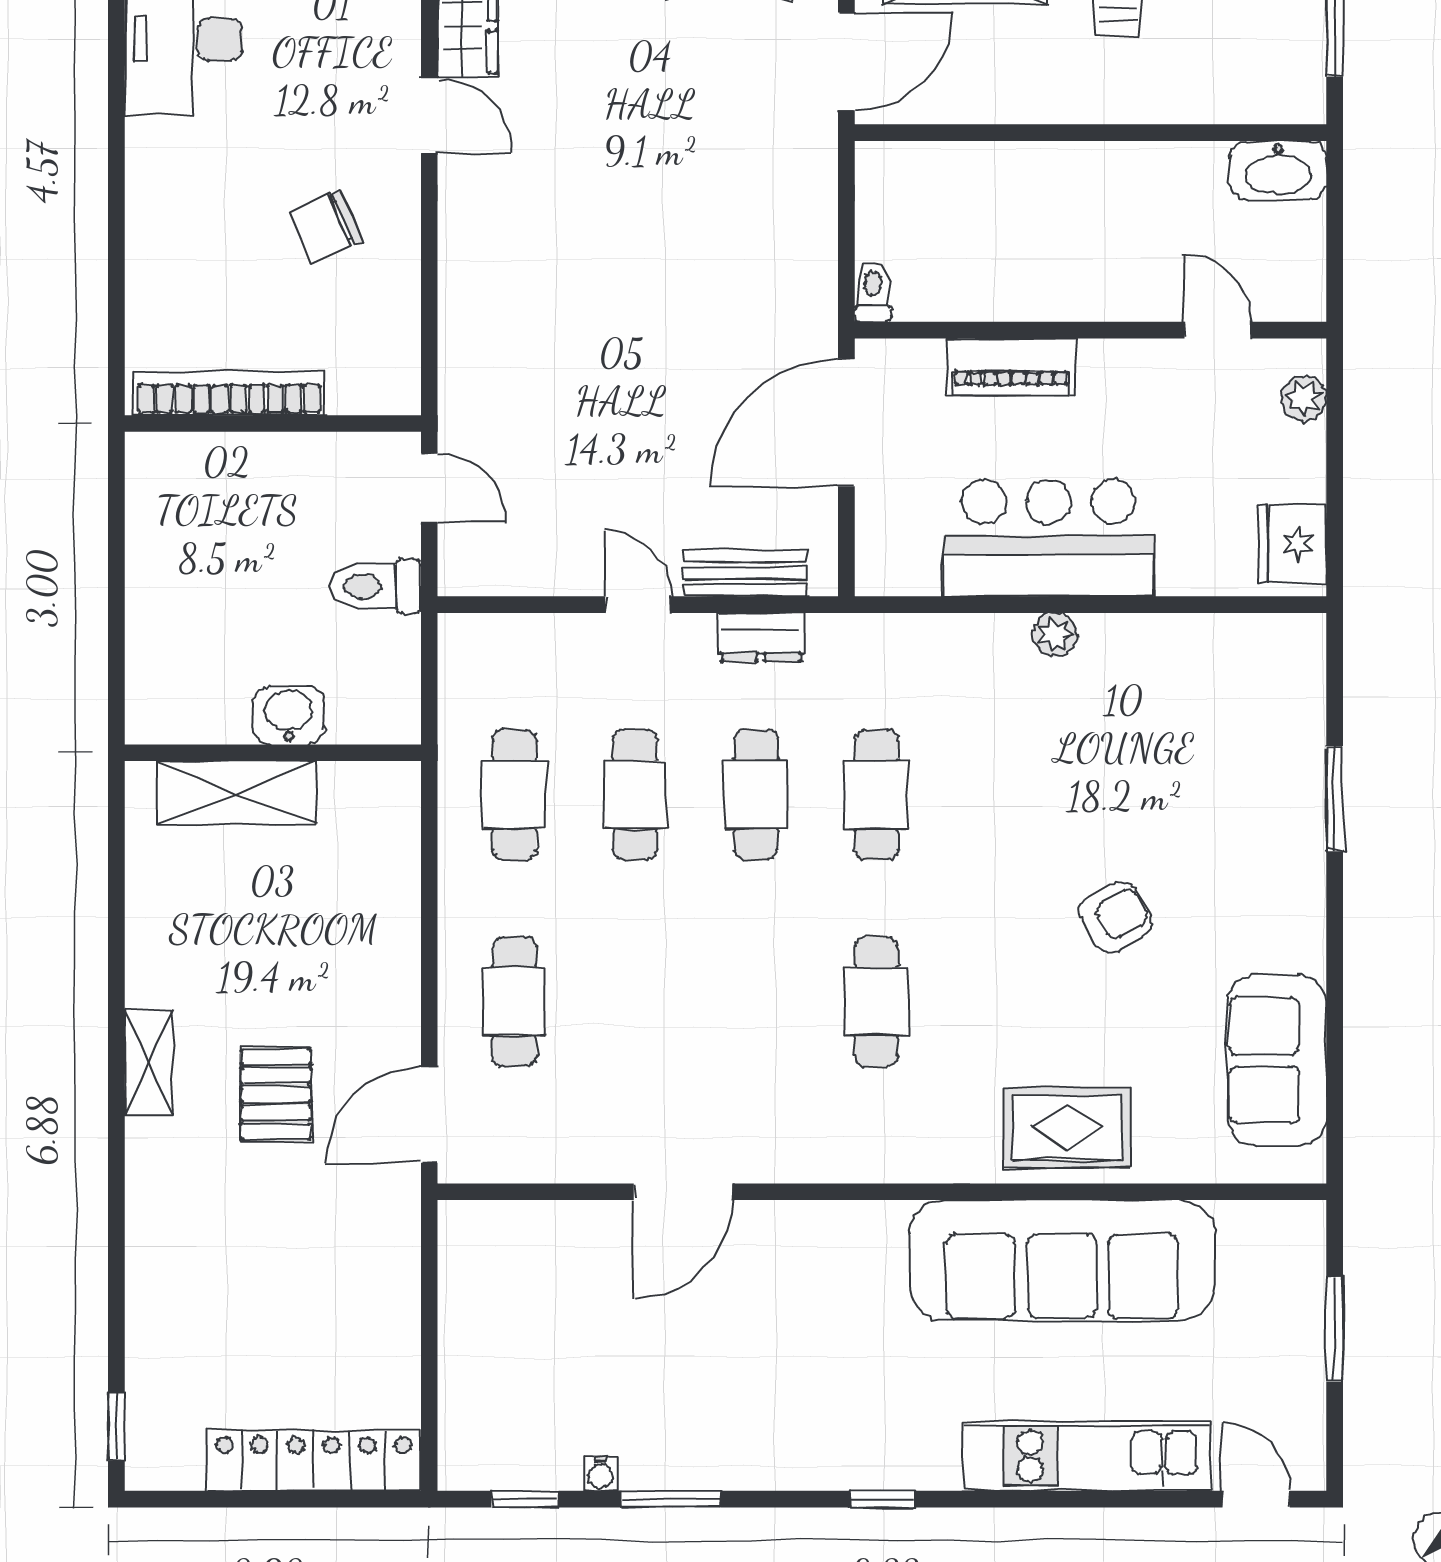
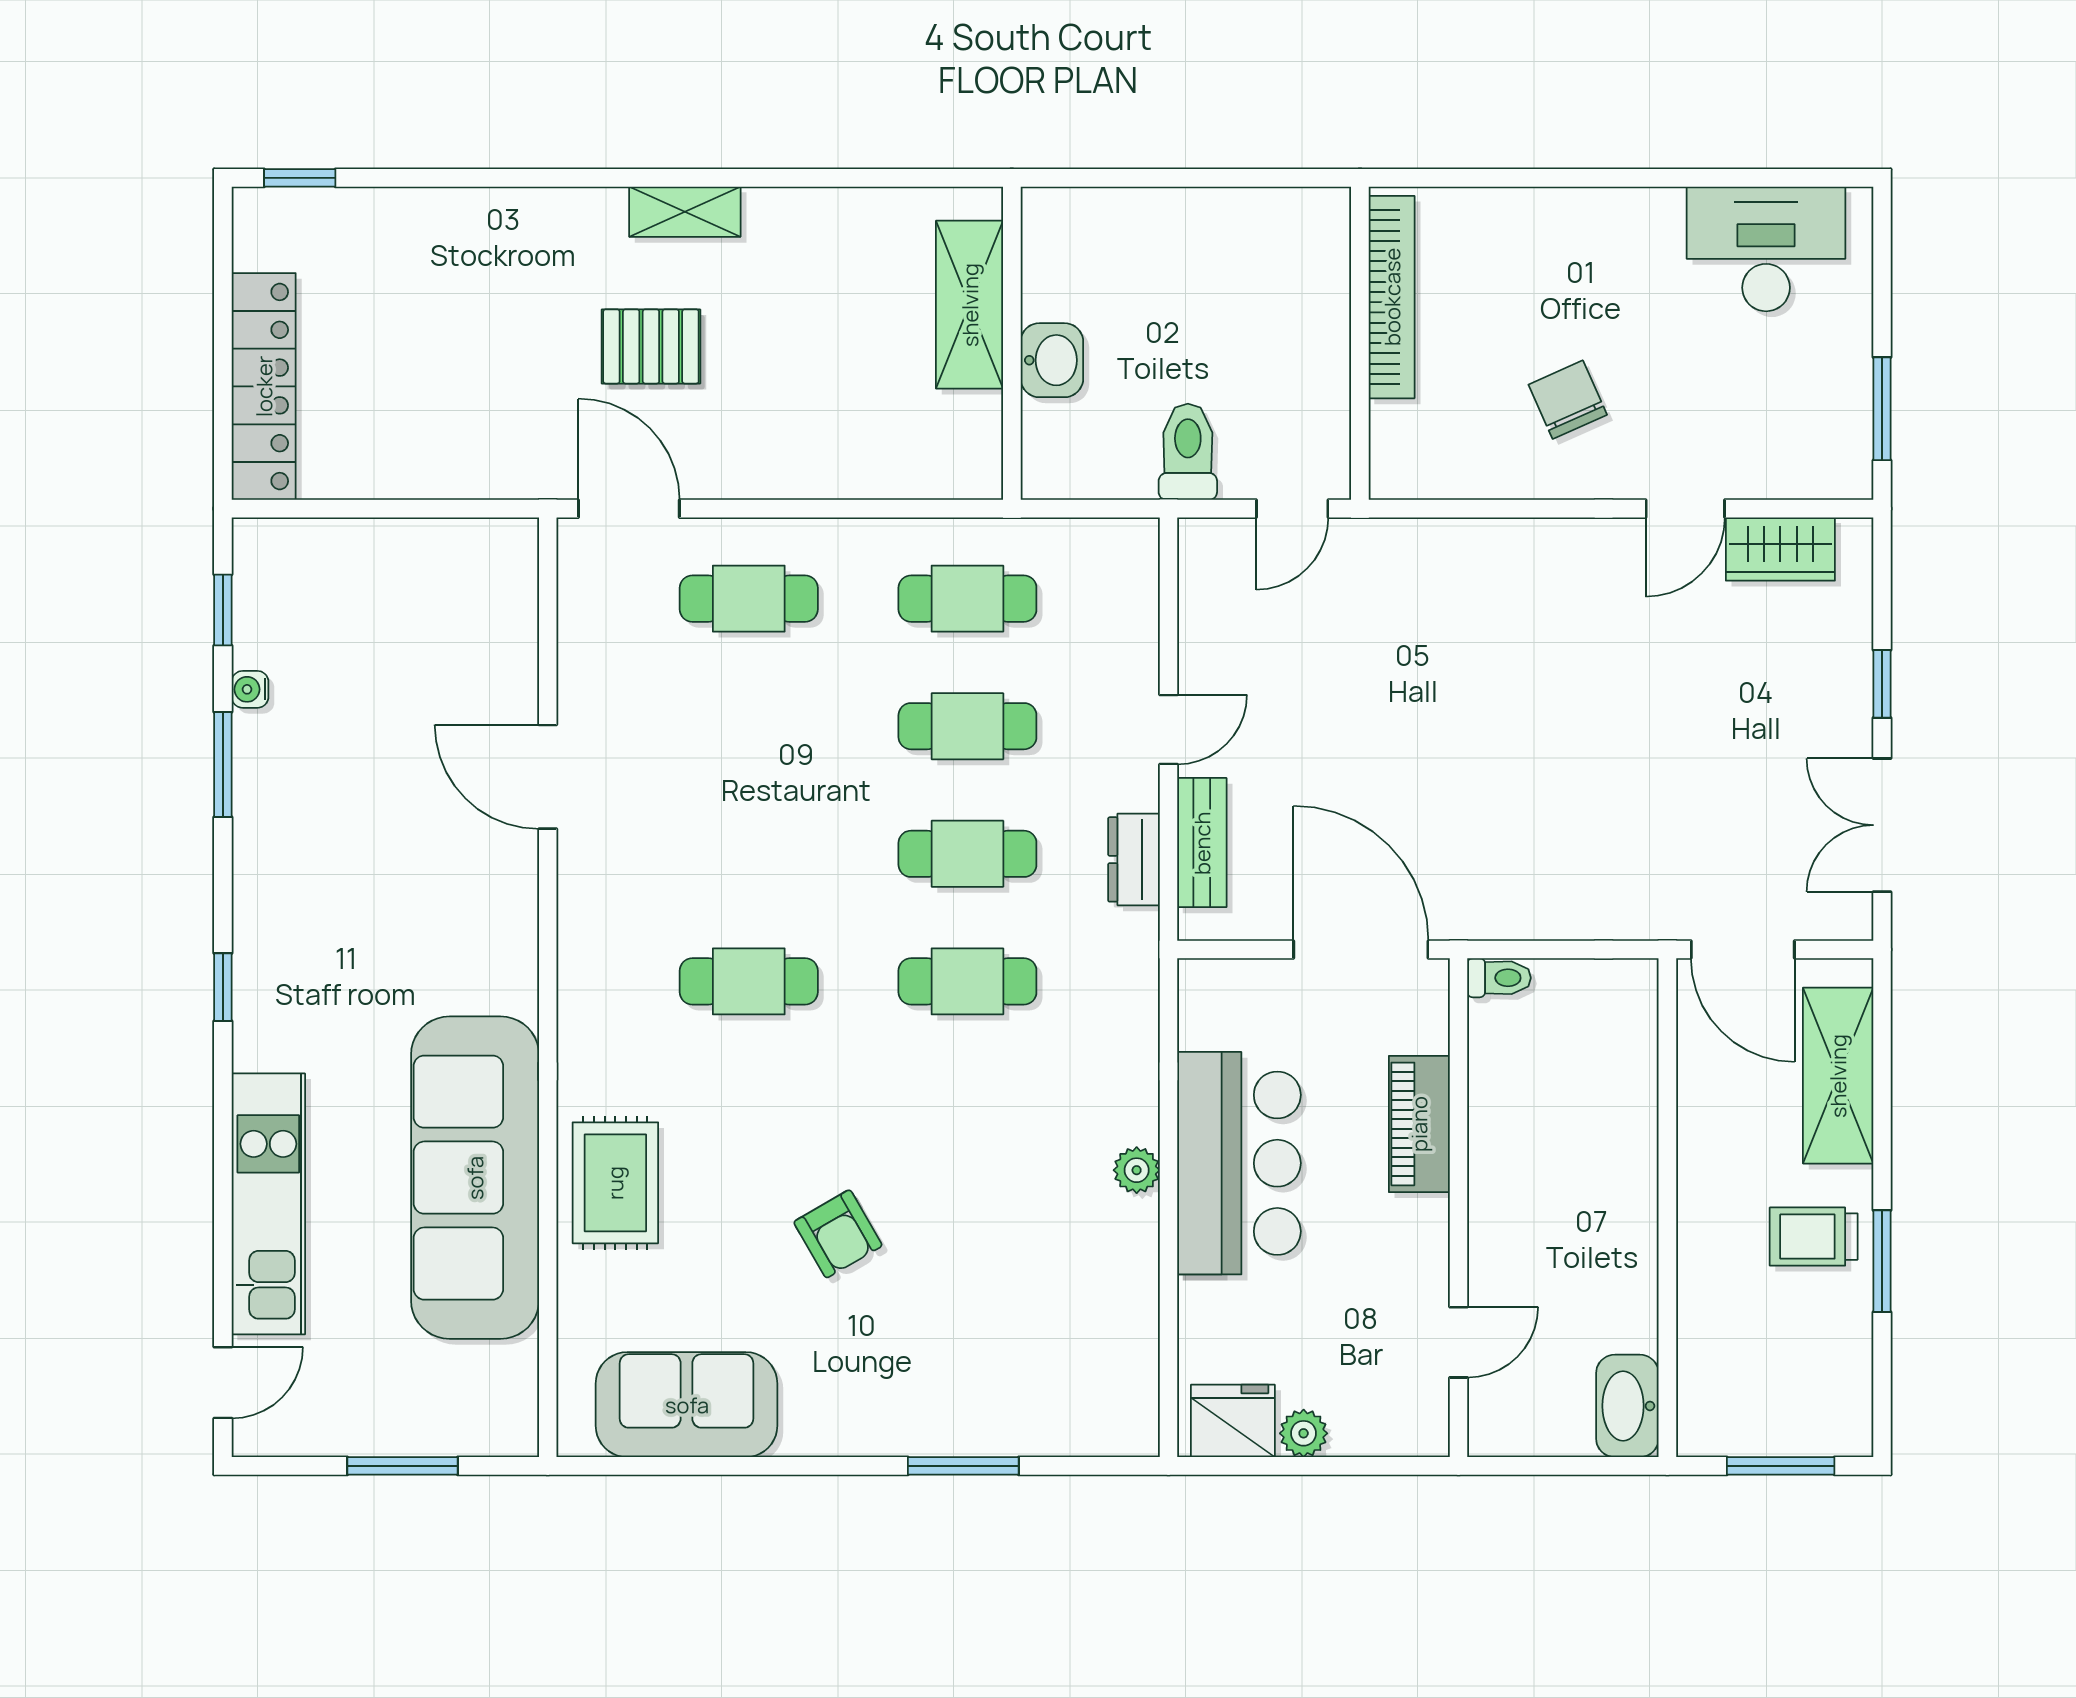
plant: (1304, 398) -> (1304, 1433), moved

